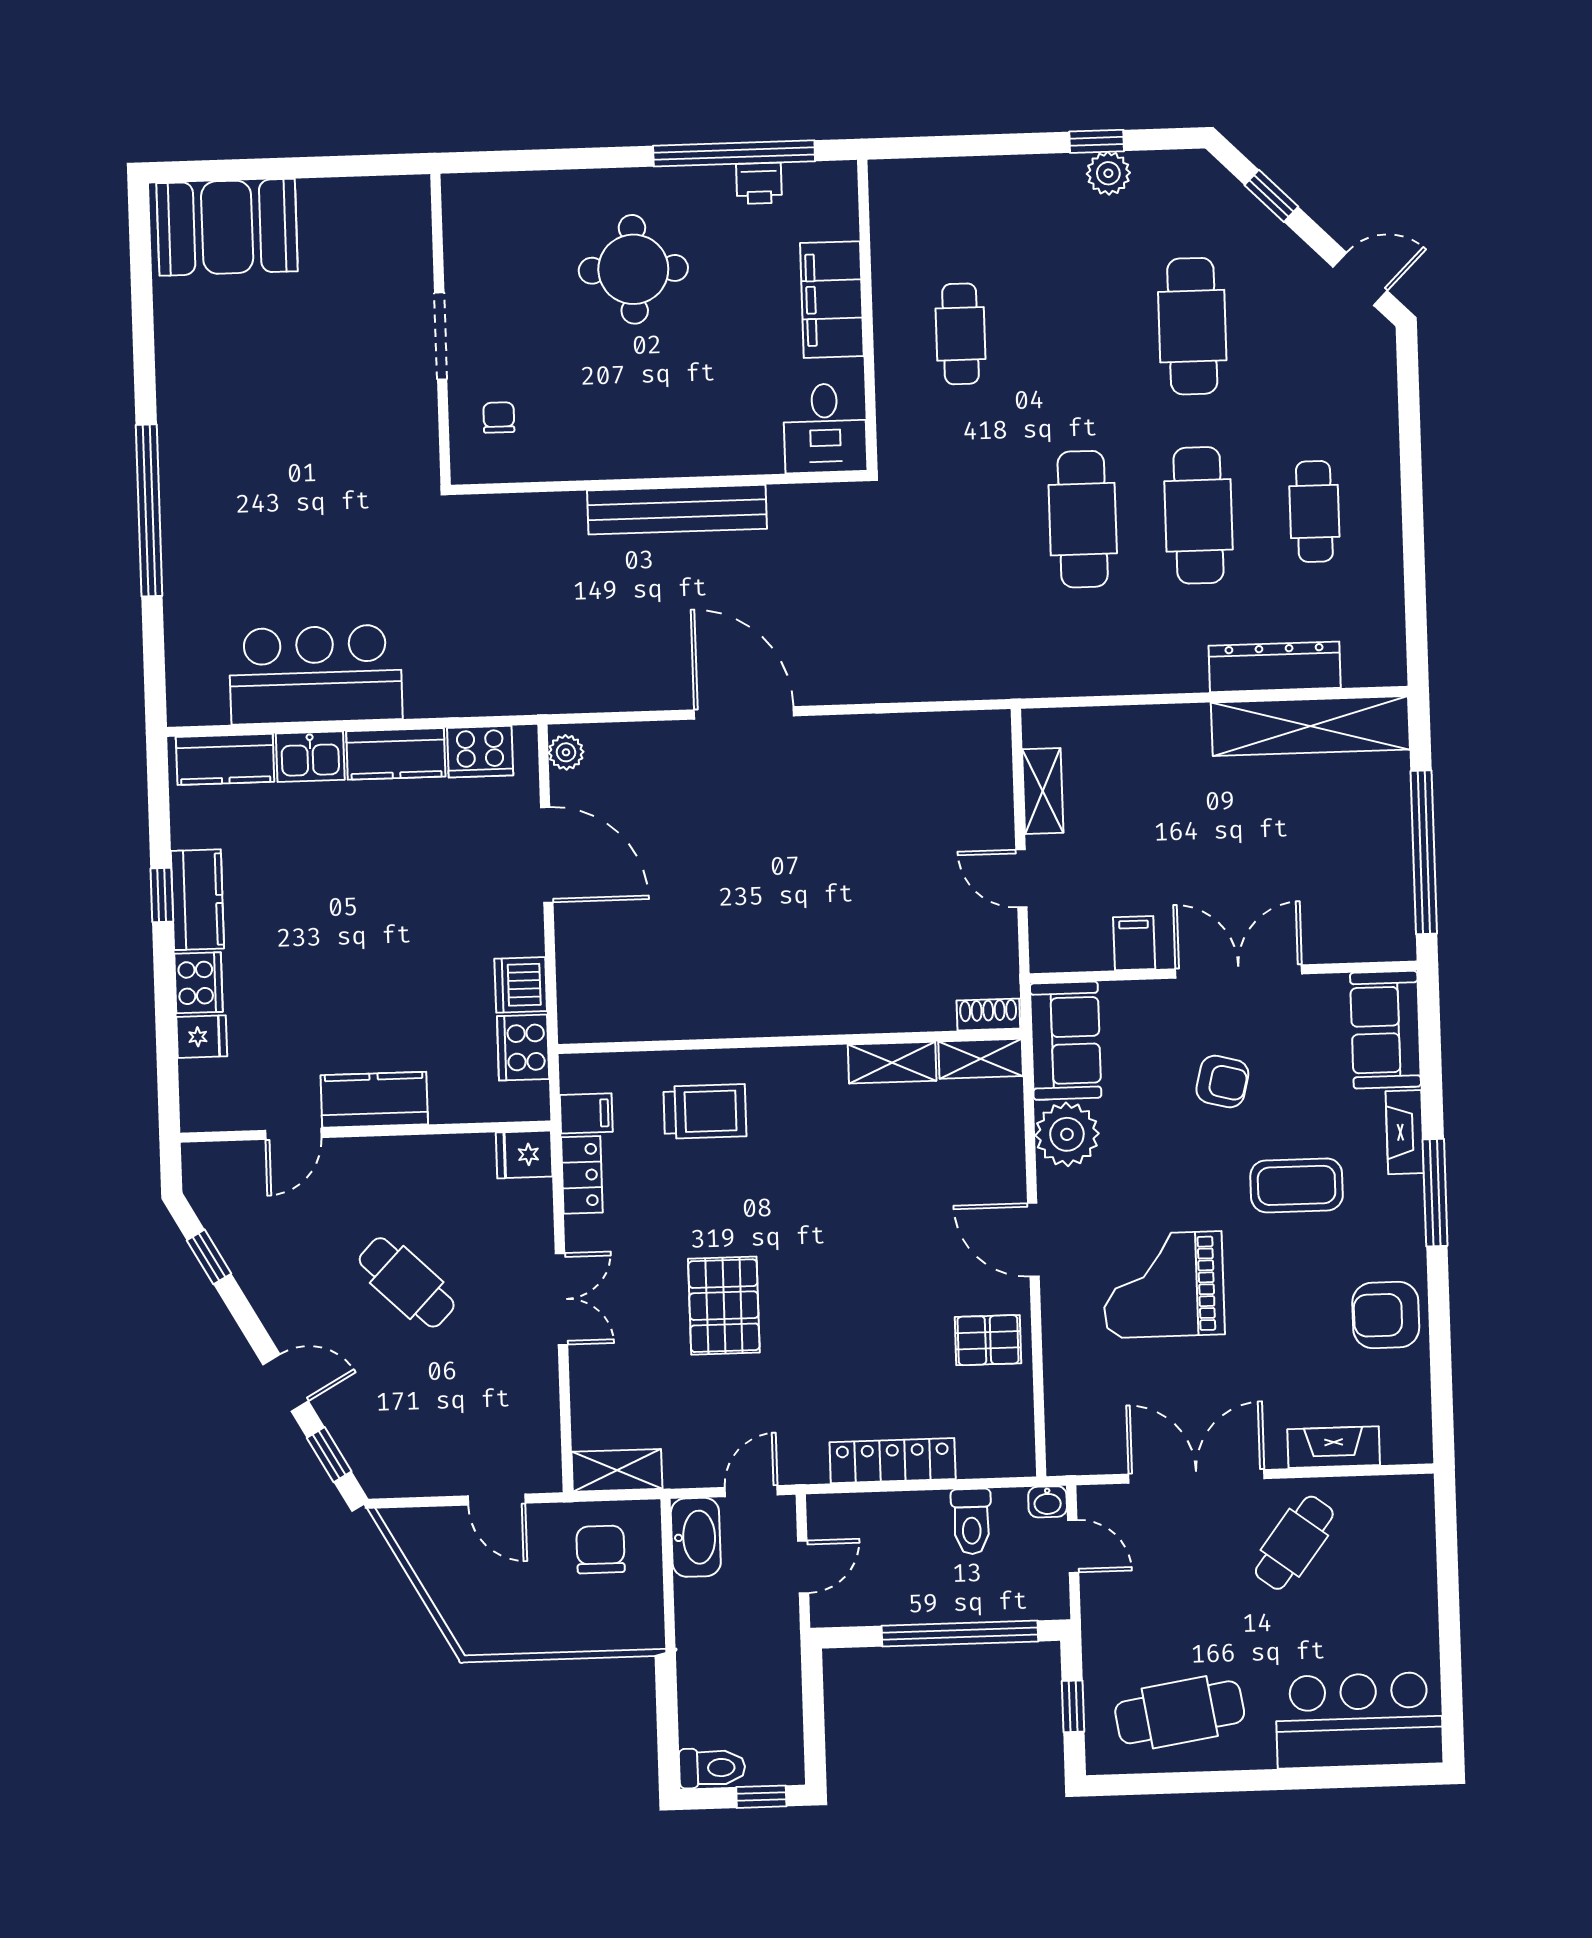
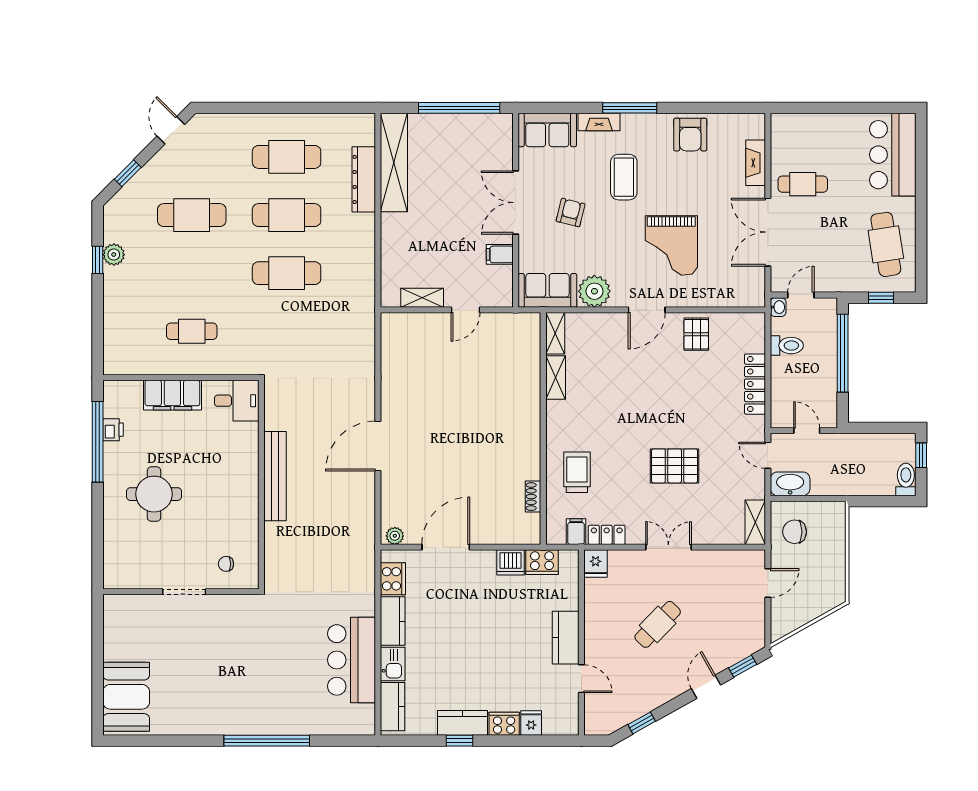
cafe table: (1314, 511) -> (287, 157), width x1.37, depth x1.35
shoe rack: (988, 1014) -> (533, 497), moved
cafe table: (1294, 1543) -> (803, 184), turned -37

